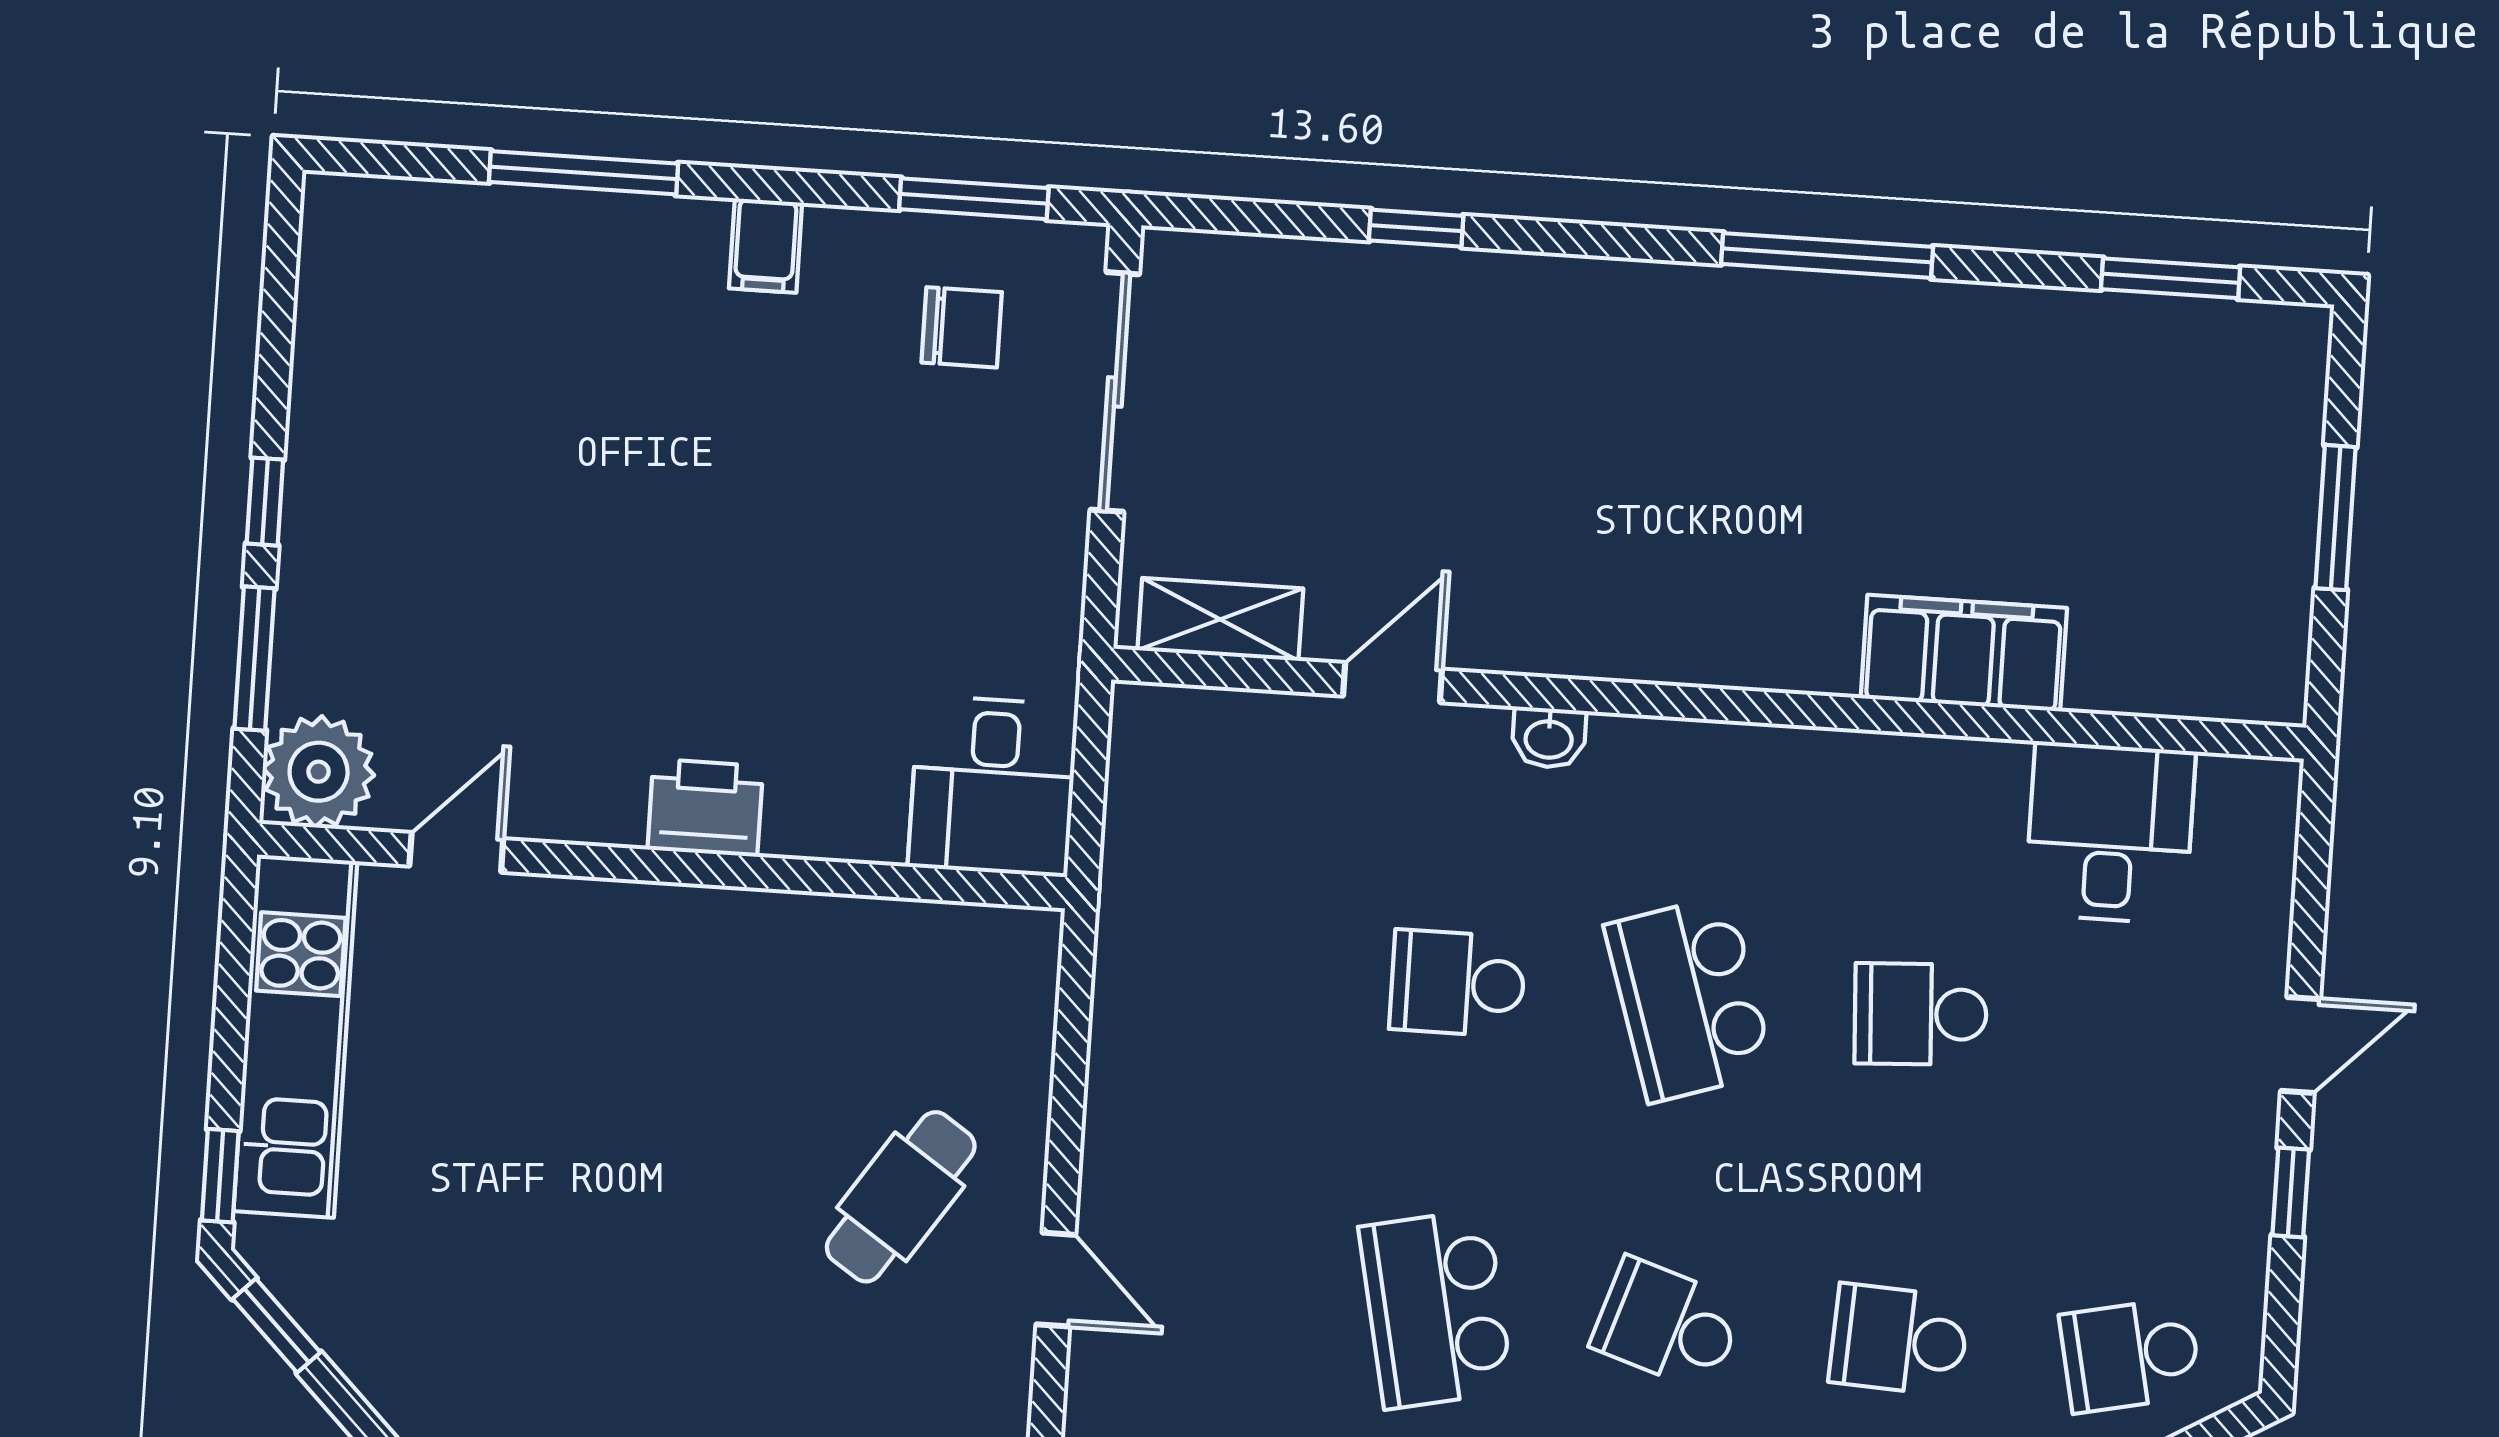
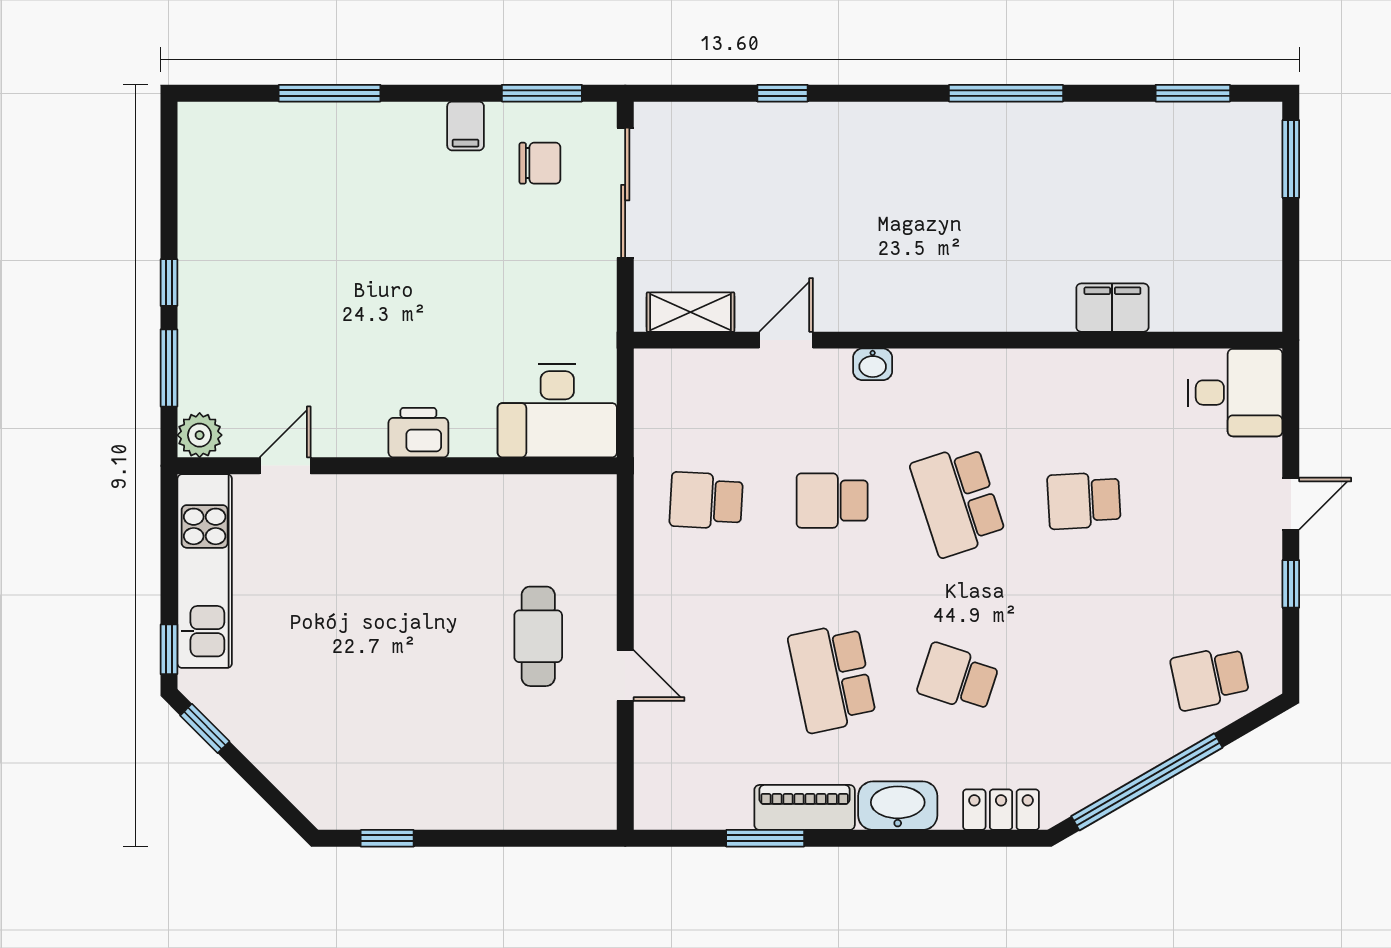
filing cabinet: (766, 246) -> (466, 126), moved
window: (2336, 518) -> (1291, 159), moved
filing cabinet: (1964, 653) -> (1112, 308), width x0.67, depth x0.86
plant: (319, 772) -> (200, 435), width x0.73, depth x0.73
desk: (993, 786) -> (557, 411), width x1.37
desk: (2110, 833) -> (1235, 393), moved, turned 90
cafe table: (901, 1197) -> (538, 636), turned -34
school desk: (1899, 1340) -> (706, 501), moved

